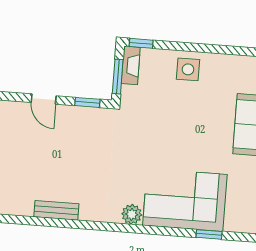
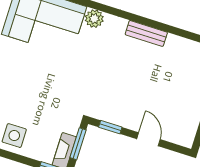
bench: (56, 210) -> (146, 33), moved

